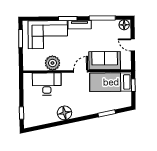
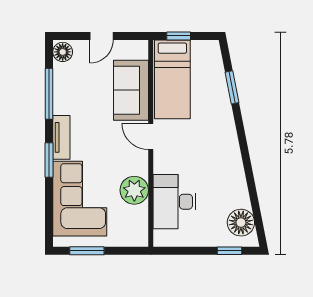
floor lamp: (64, 113) -> (241, 223), moved

